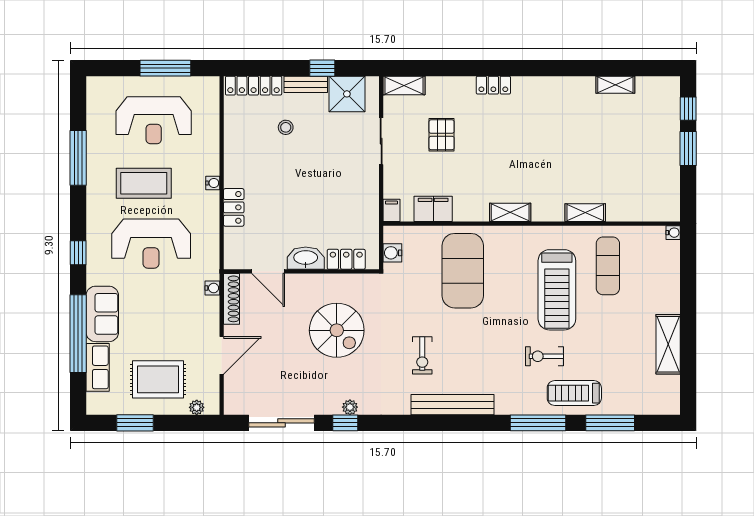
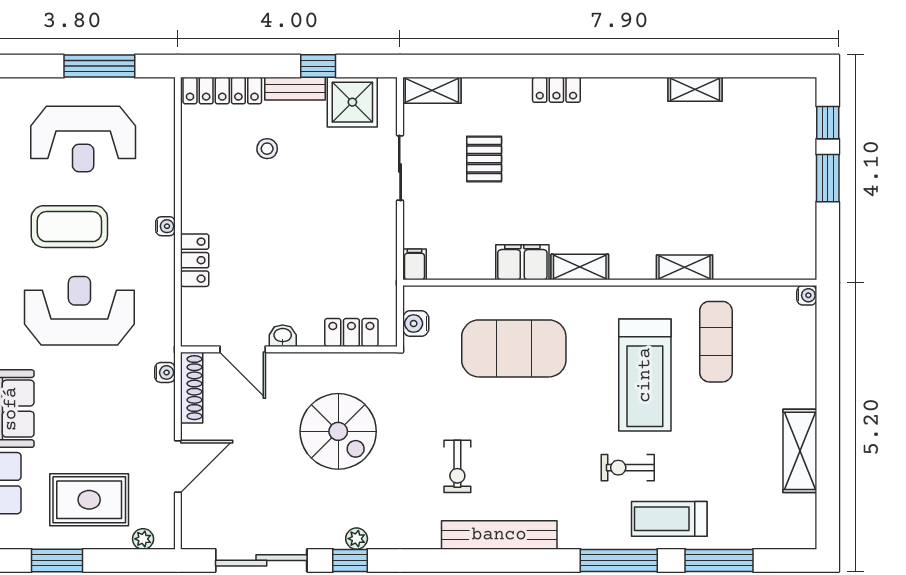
shelving: (615, 85) -> (695, 89), moved
filing cabinet: (433, 209) -> (522, 262), moved
reception desk: (151, 244) -> (79, 311), turned 180
washbasin: (306, 258) -> (283, 336), width x0.52, depth x0.69
exercise mat: (463, 271) -> (514, 348), turned 90

